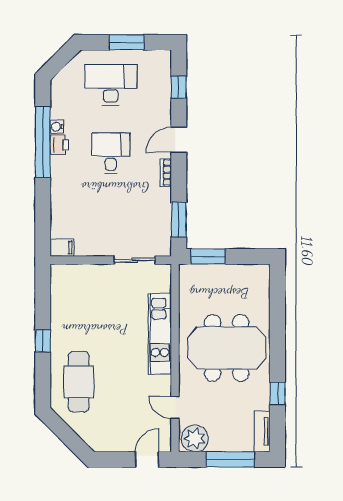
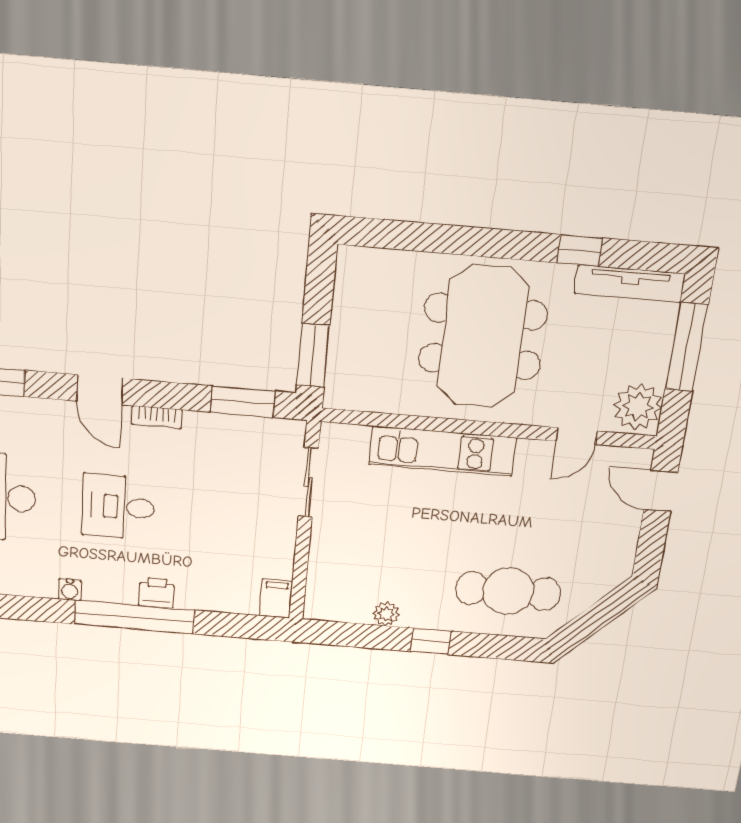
window: (43, 142) -> (135, 617), moved
printer: (59, 145) -> (157, 593), moved
plant: (58, 313) -> (386, 614), added
tv unit: (262, 431) -> (630, 284), width x1.41

